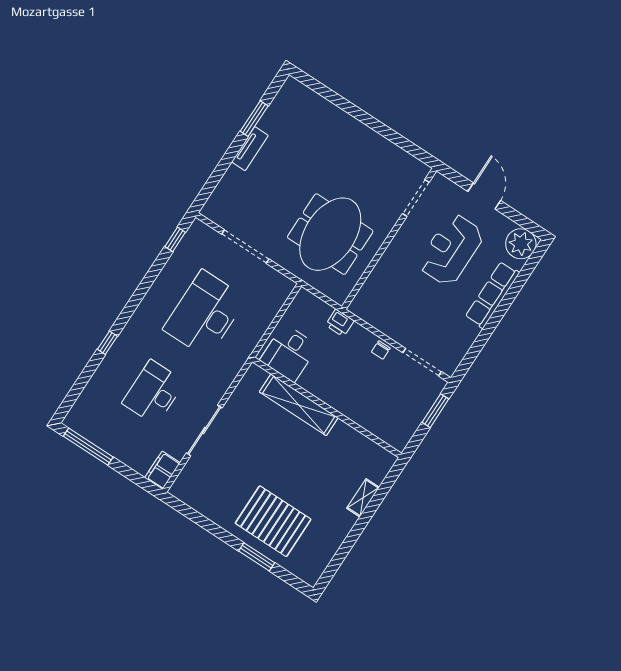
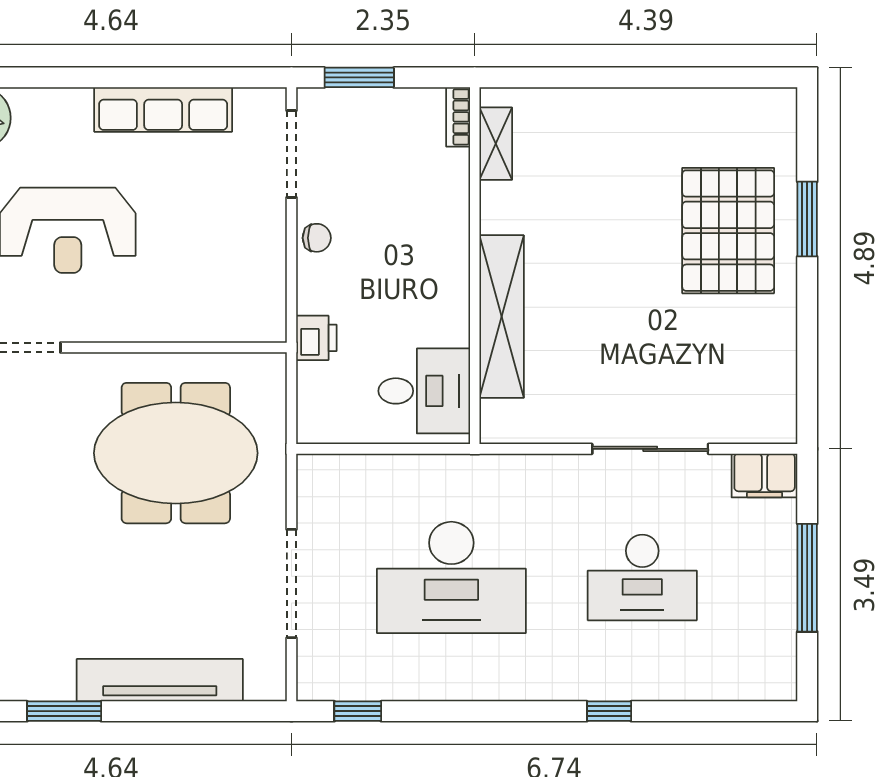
tv unit: (250, 149) -> (160, 680), width x1.92, depth x1.29
row of seats: (492, 295) -> (163, 109), moved
bookcase: (392, 441) -> (458, 117), added
window: (88, 447) -> (807, 578), moved
shelving: (363, 498) -> (496, 144), moved, turned 90

